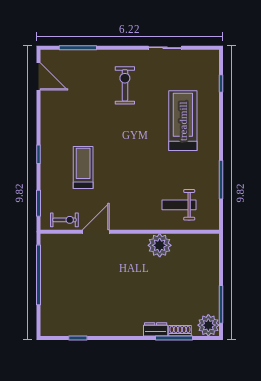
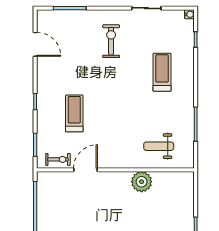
water cooler: (214, 55) -> (189, 14), added
door: (39, 76) -> (35, 44), moved
treadmill: (183, 121) -> (162, 72), width x0.73, depth x0.73

